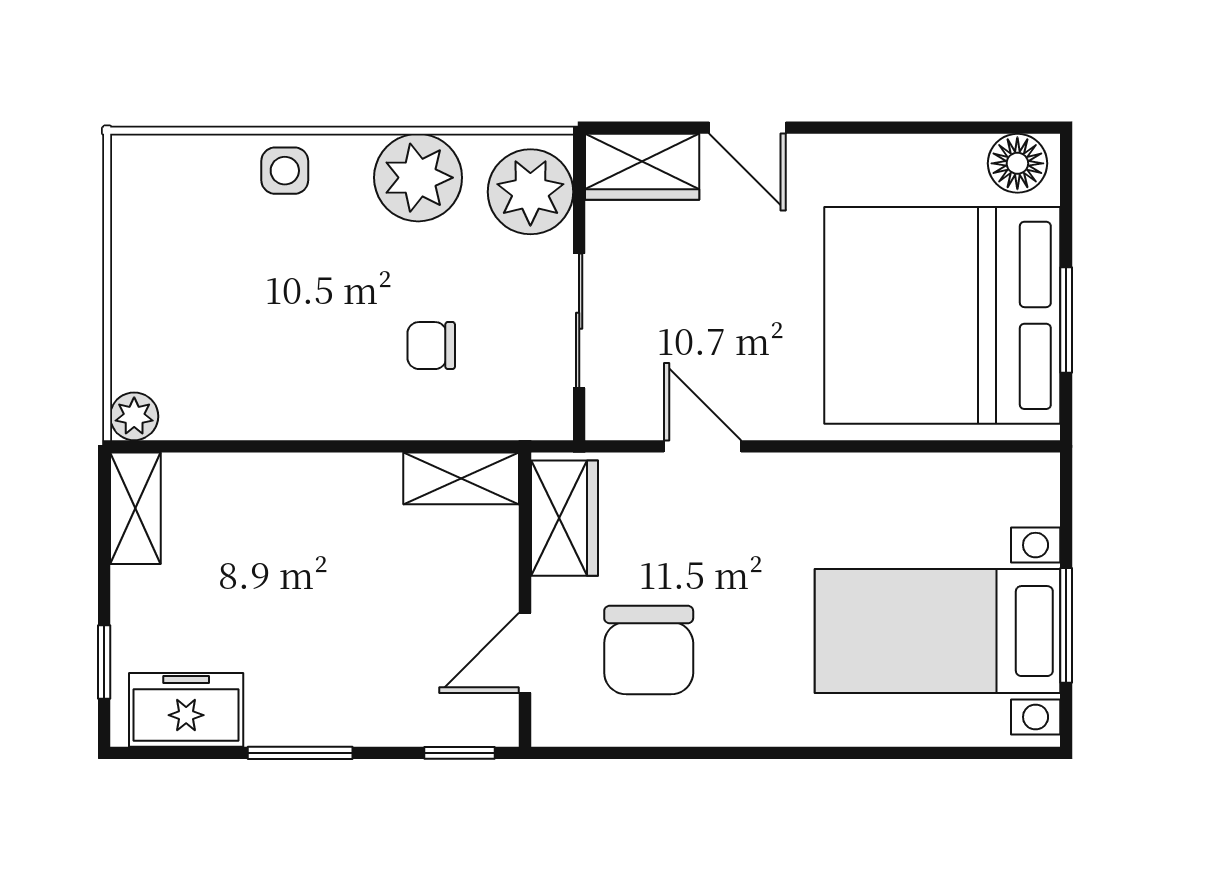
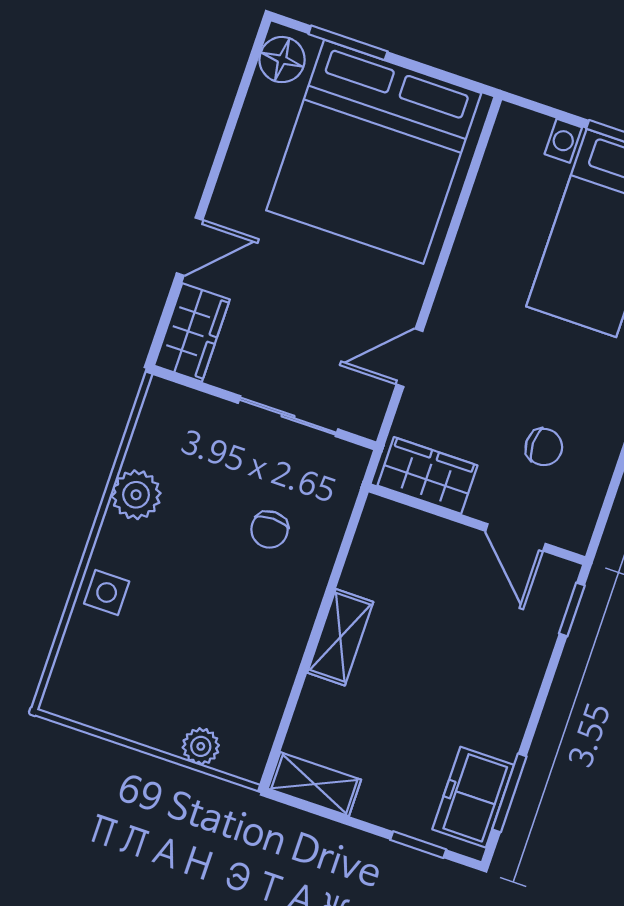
plant: (418, 178) -> (136, 495), width x0.73, depth x0.73
plant: (530, 192) -> (183, 420), removed
window: (1066, 320) -> (348, 43), moved
plant: (134, 416) -> (201, 746), moved
shelving: (461, 478) -> (340, 637), moved
chair: (649, 650) -> (544, 447), width x0.54, depth x0.54
window: (300, 753) -> (509, 793), moved

